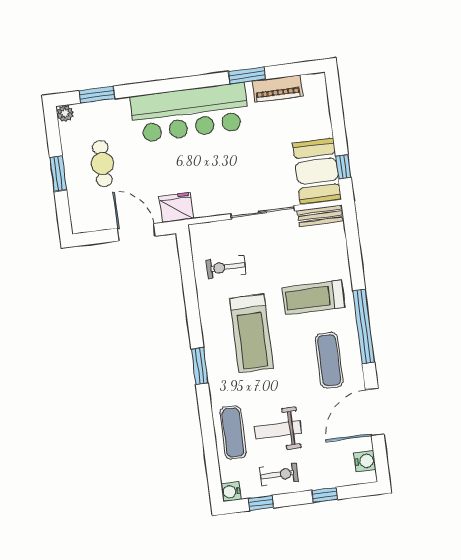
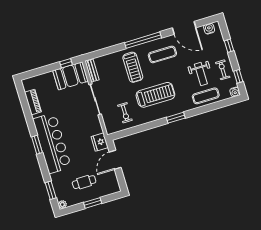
window: (247, 75) -> (37, 145), moved

